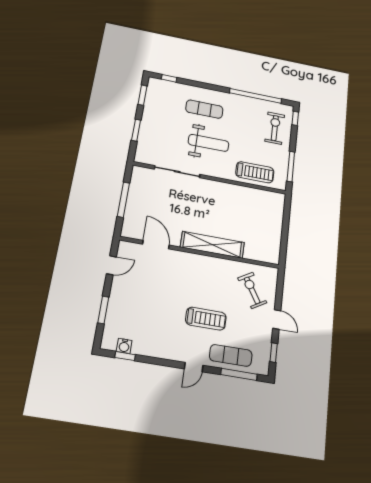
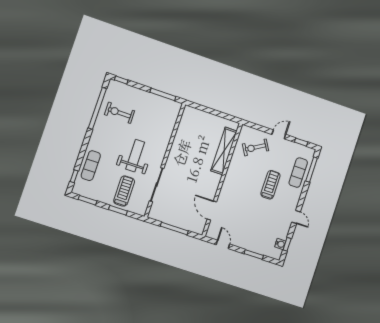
exercise mat: (204, 109) -> (91, 166), moved
exercise bike: (275, 128) -> (119, 113), moved
treadmill: (255, 172) -> (124, 191), moved
door: (156, 245) -> (212, 210), hinge flipped
shelving: (212, 245) -> (224, 151), moved
door: (194, 367) -> (296, 217), moved

